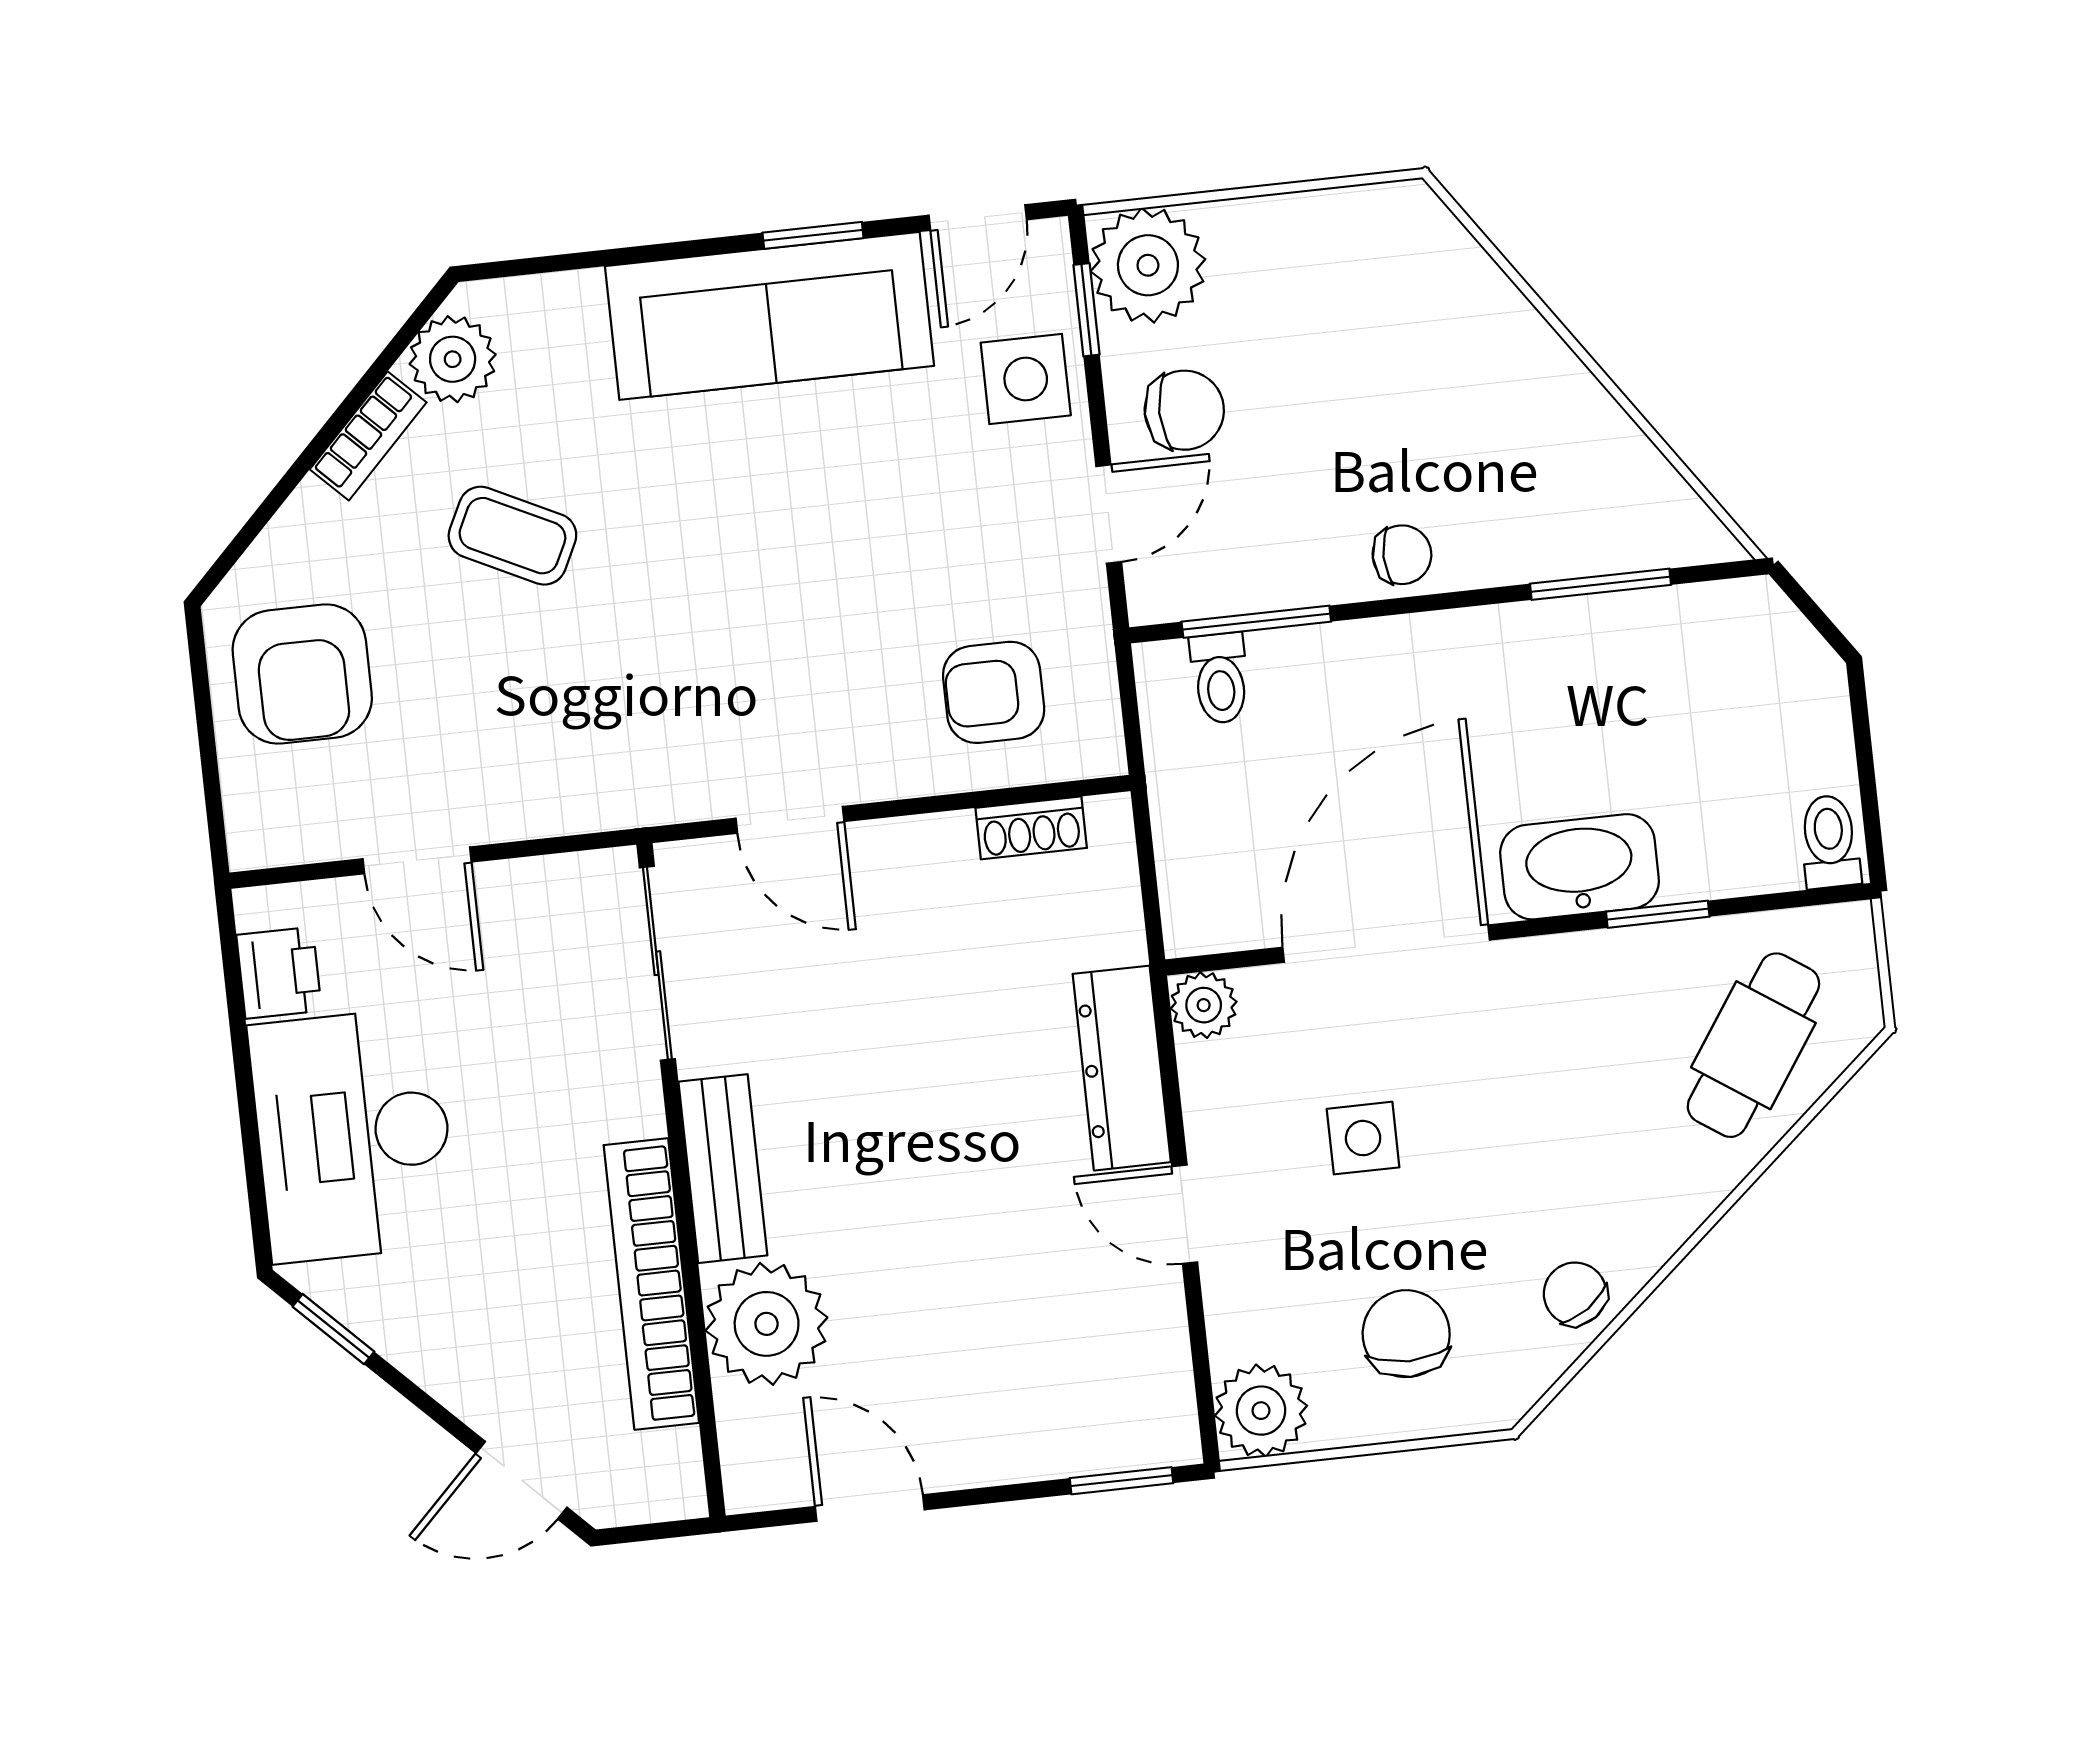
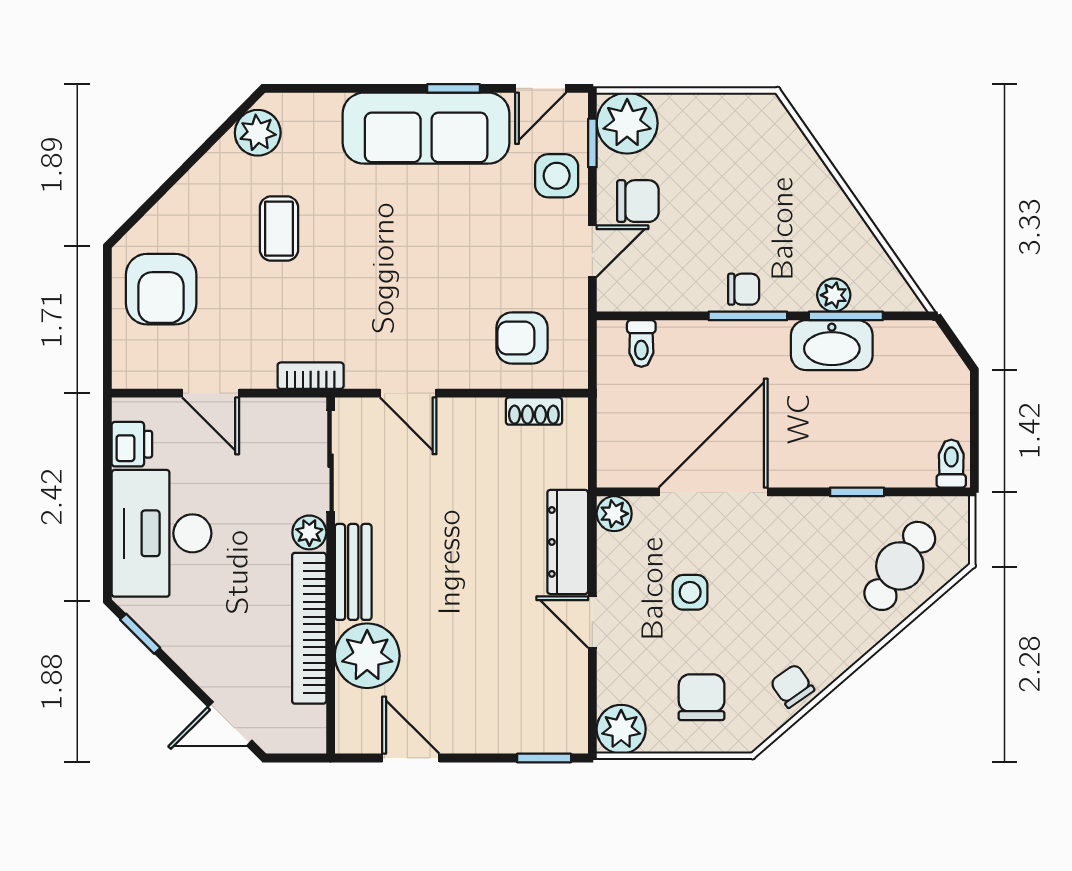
bookcase: (368, 436) -> (311, 376), moved, turned -135
coffee table: (512, 536) -> (279, 229), turned 64
plant: (1573, 547) -> (834, 295), added
window: (1256, 622) -> (748, 316), moved
washbasin: (1580, 867) -> (832, 345), moved, turned 180
plant: (632, 1103) -> (309, 532), added

